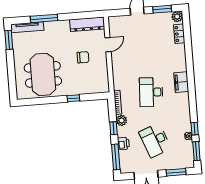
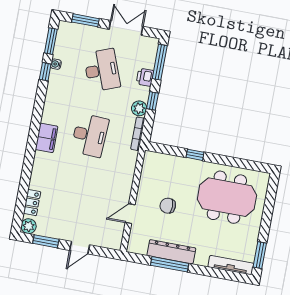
window: (44, 18) -> (170, 264), moved
dresser: (87, 24) -> (171, 252), moved
meeting table: (43, 74) -> (227, 197), turned 90

